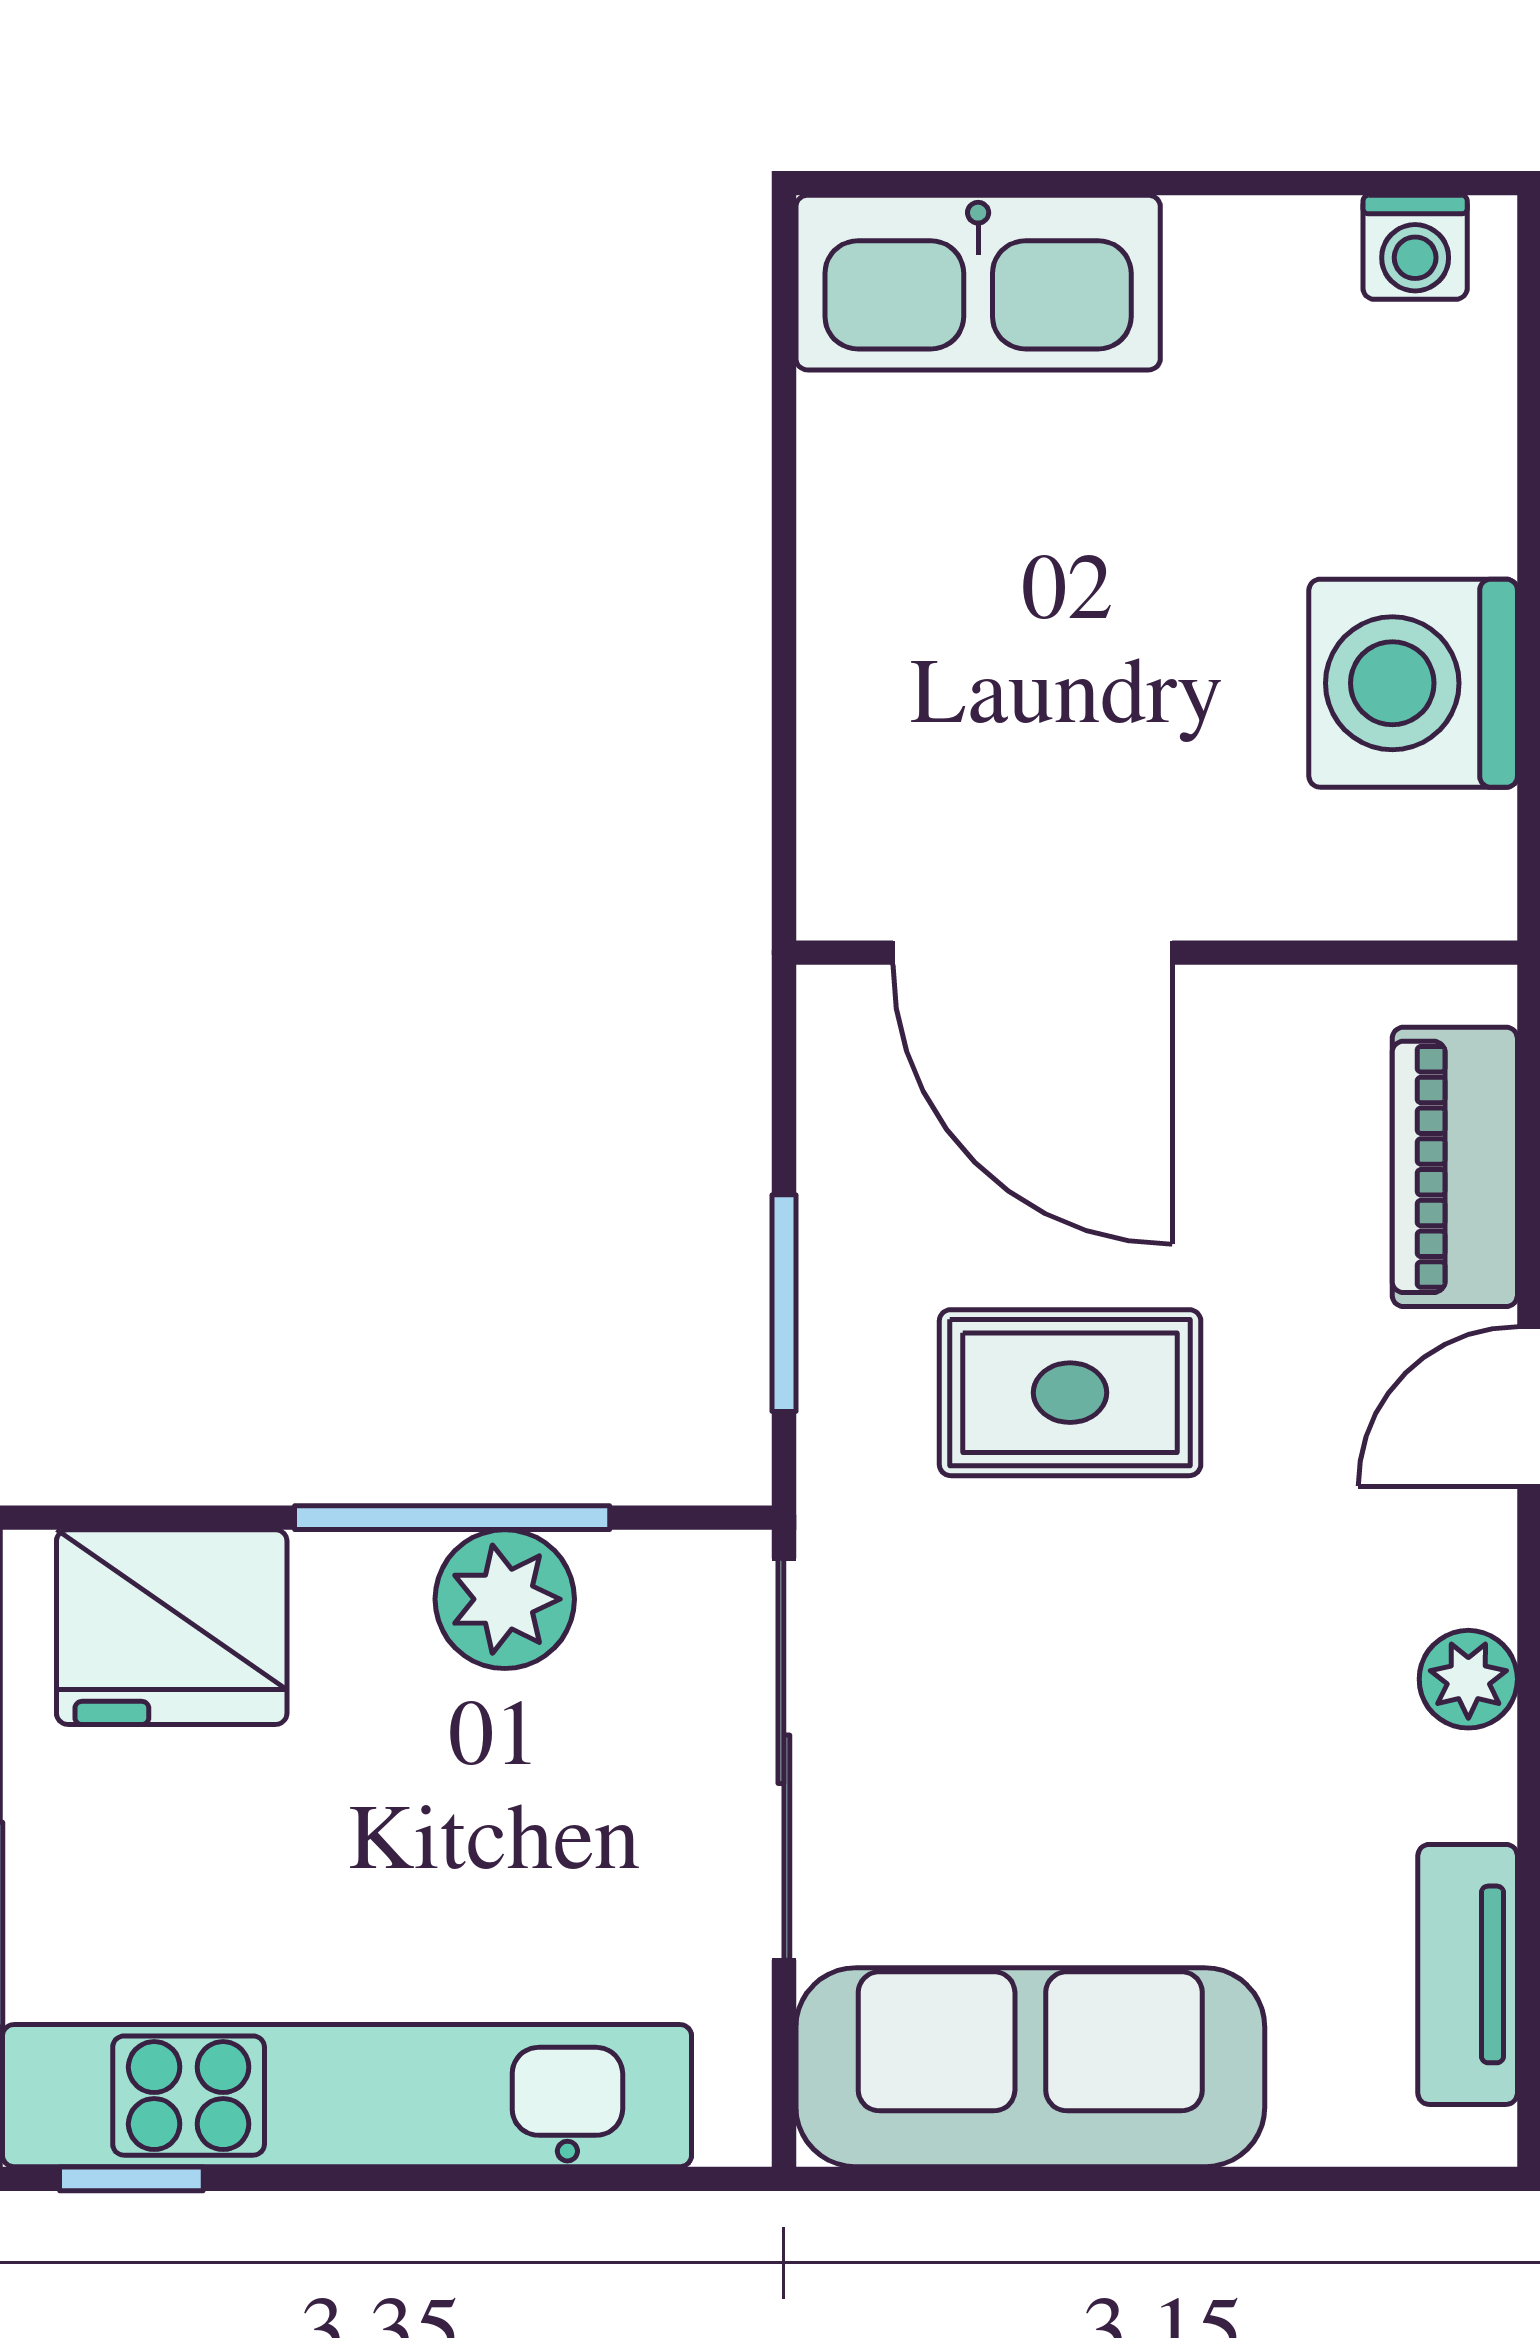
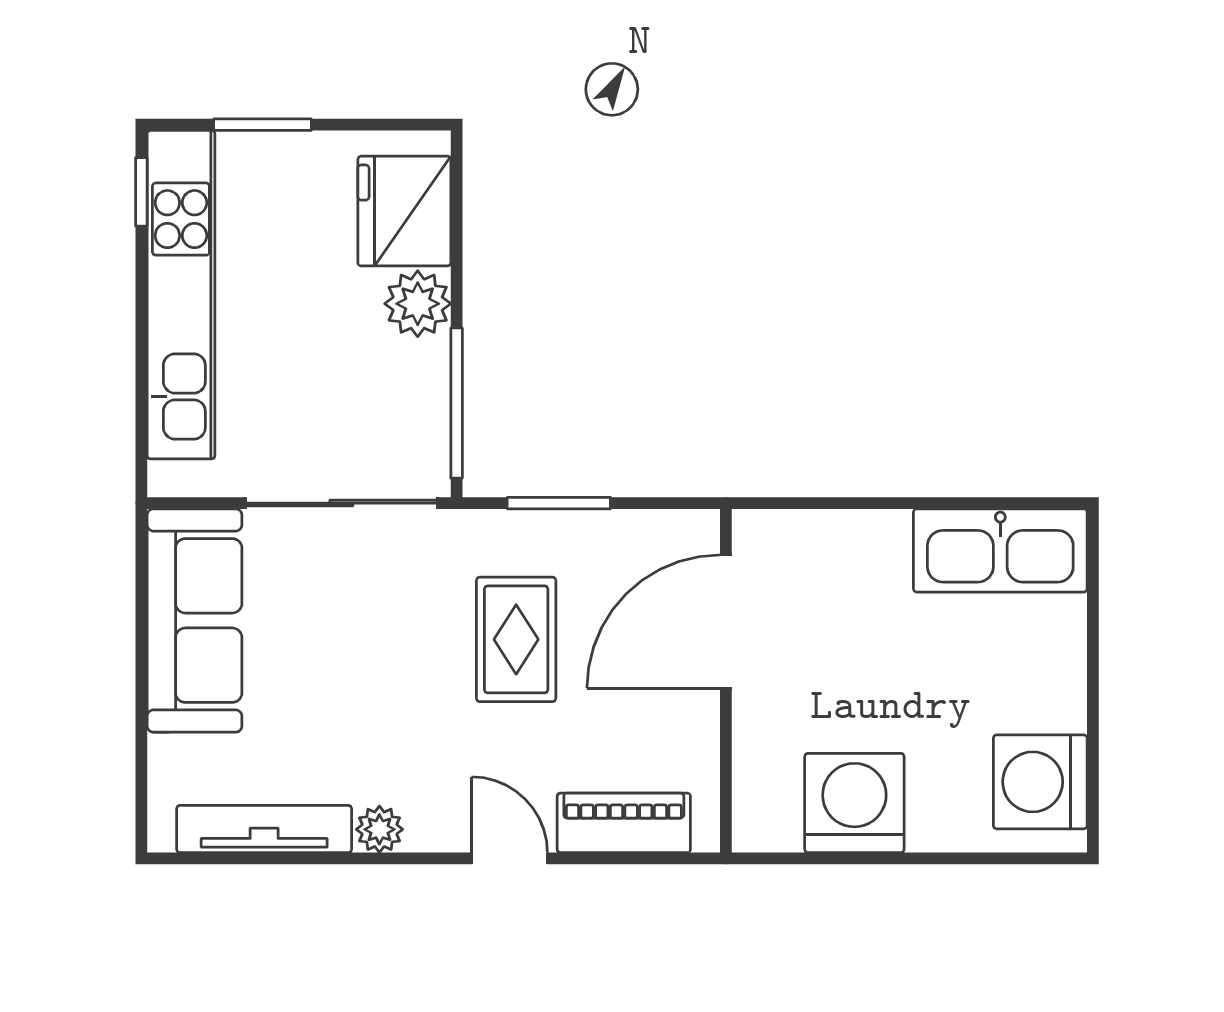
washing machine: (1415, 247) -> (1040, 782), width x1.89, depth x1.89
kitchen sink: (978, 283) -> (1000, 550), moved, turned -90
window: (452, 1518) -> (457, 403), moved
plant: (505, 1599) -> (418, 304), moved
tv unit: (1468, 1974) -> (264, 829), width x1.41

